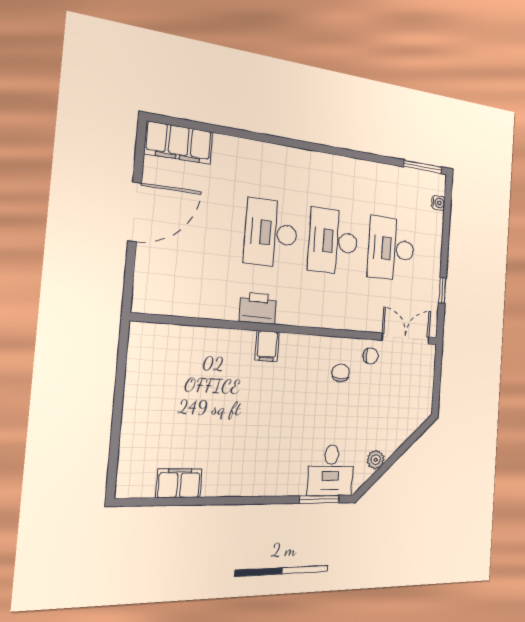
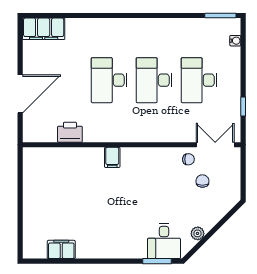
door: (135, 212) -> (20, 94), moved
printer: (258, 308) -> (70, 132), moved
chair: (341, 373) -> (202, 181), moved

